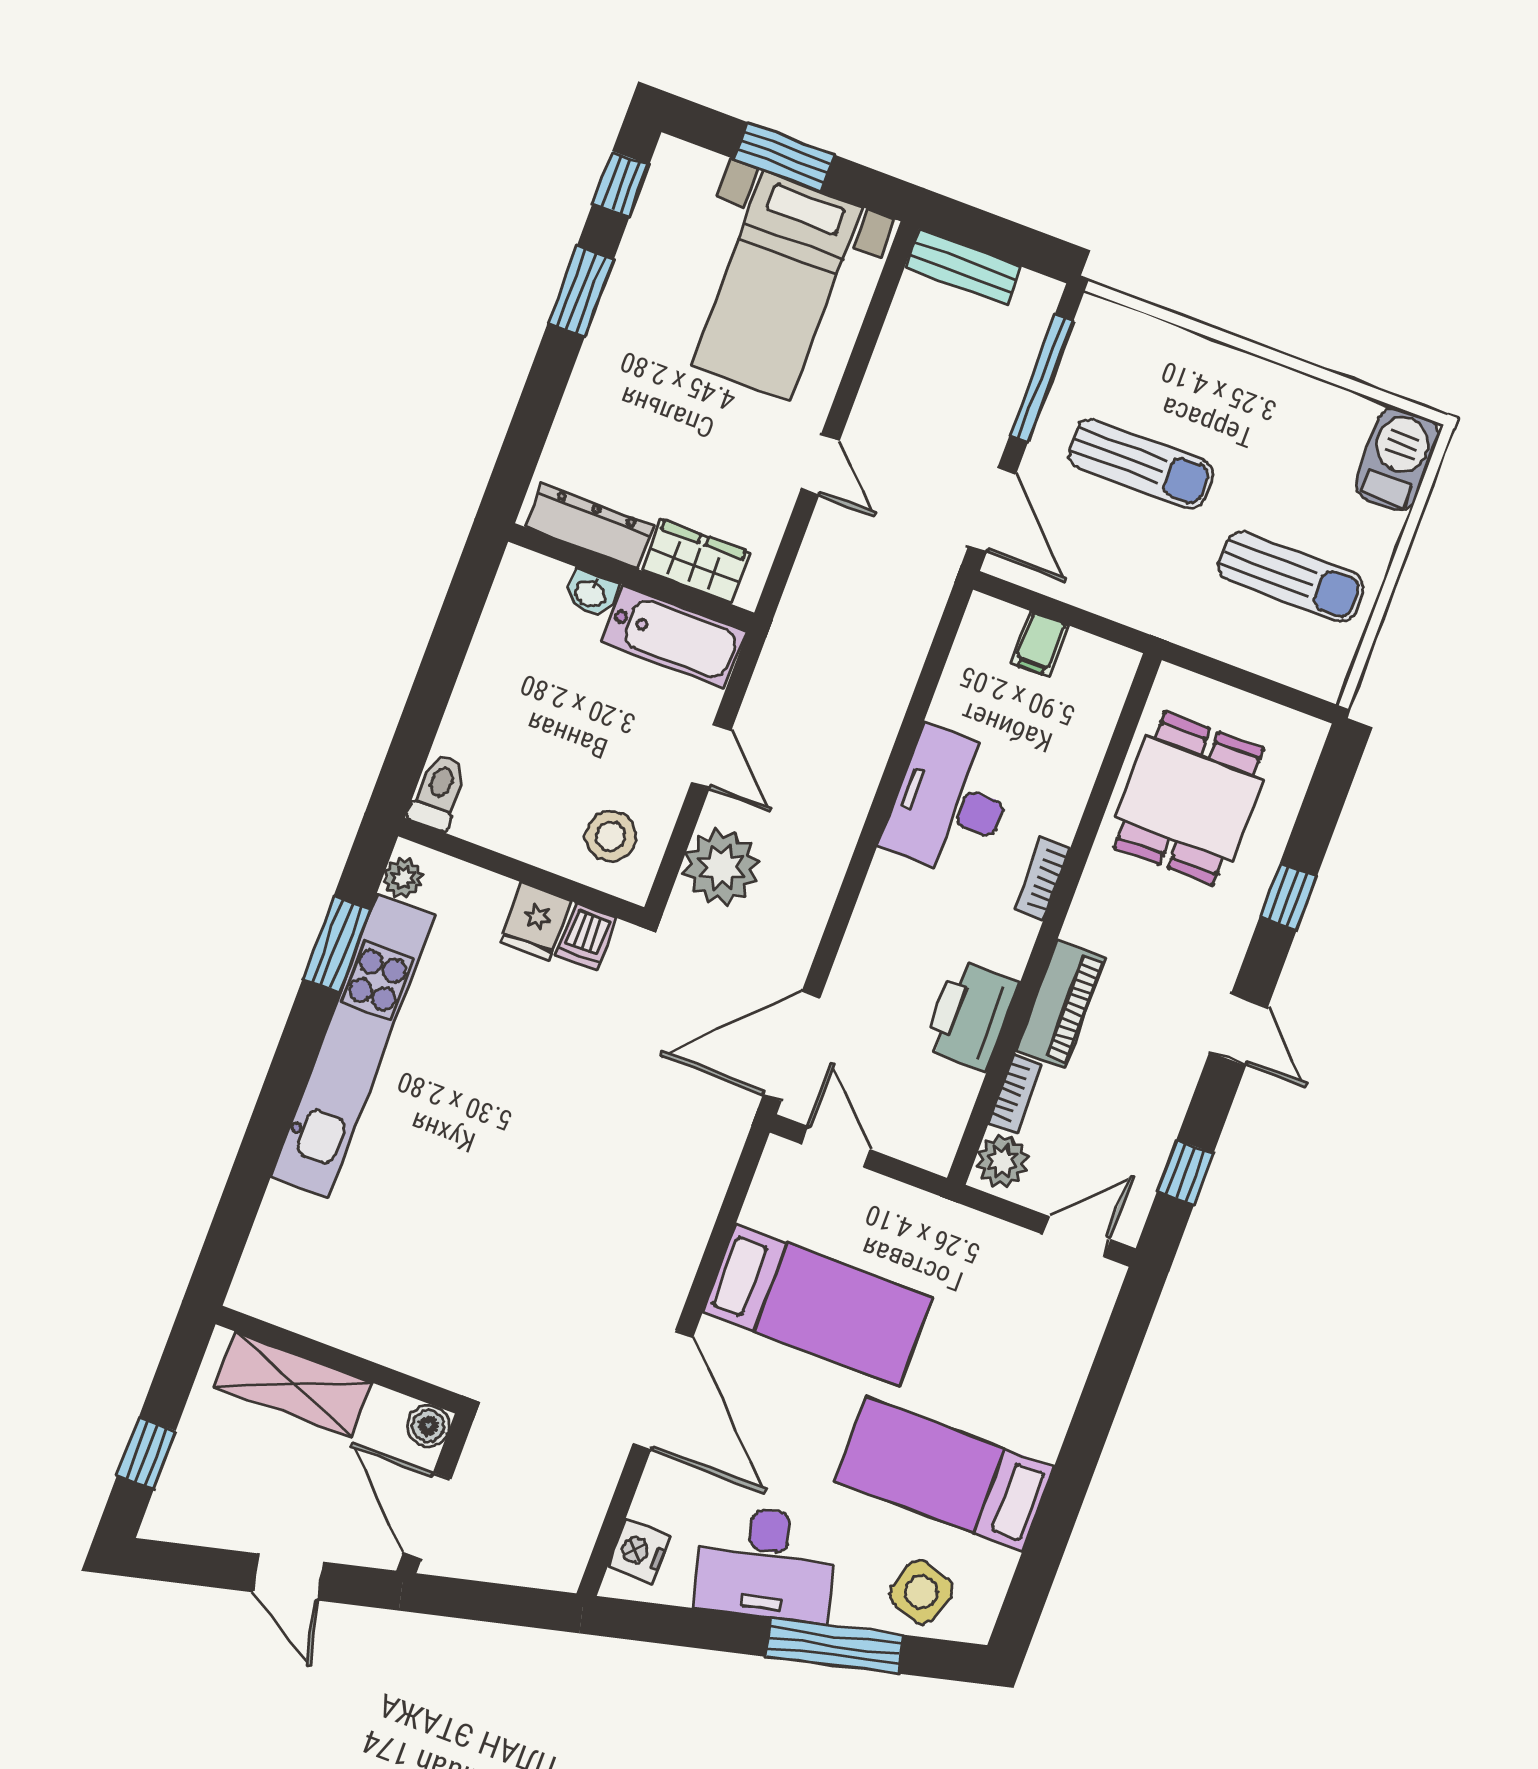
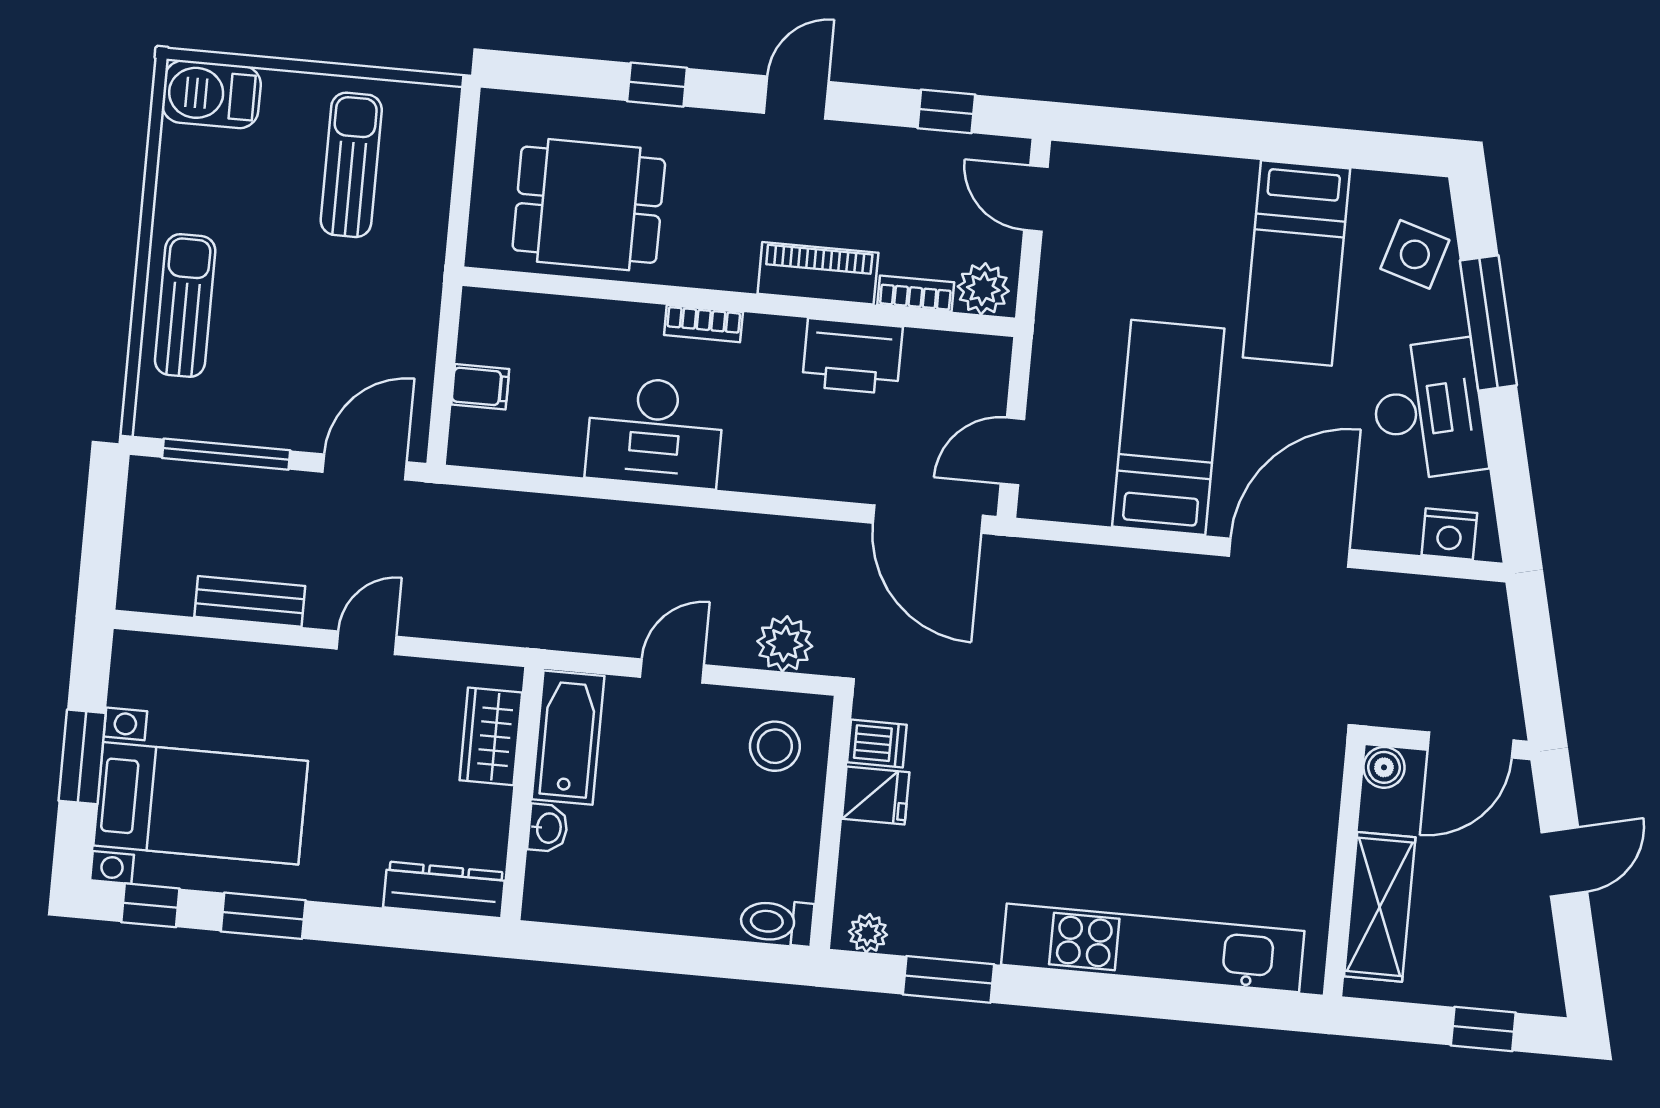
bench: (963, 267) -> (250, 601), moved, turned 90
bed with nightstands: (777, 286) -> (201, 803), moved
sun lounger: (1141, 464) -> (185, 306), moved
dresser: (590, 526) -> (444, 890), moved, turned 90
plant: (721, 867) -> (785, 644), width x0.73, depth x0.73
kitchen unit: (353, 1046) -> (1153, 948), moved

